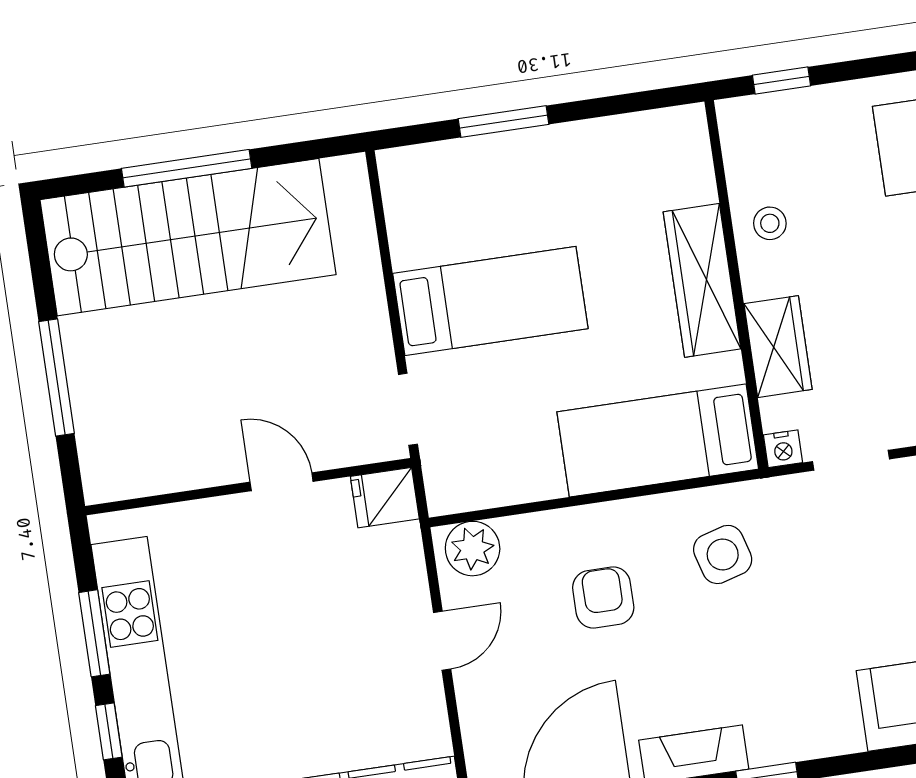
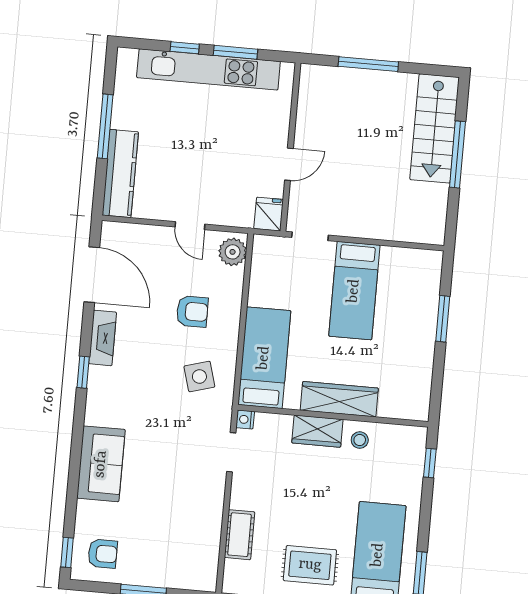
stairs: (188, 237) -> (435, 128), width x0.73, depth x0.66
wardrobe: (778, 347) -> (317, 431), moved

